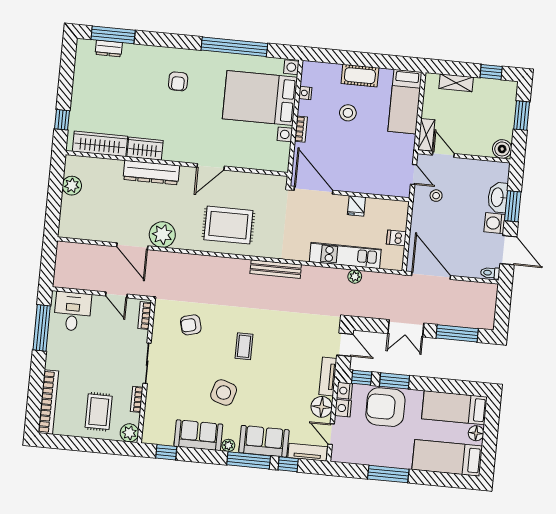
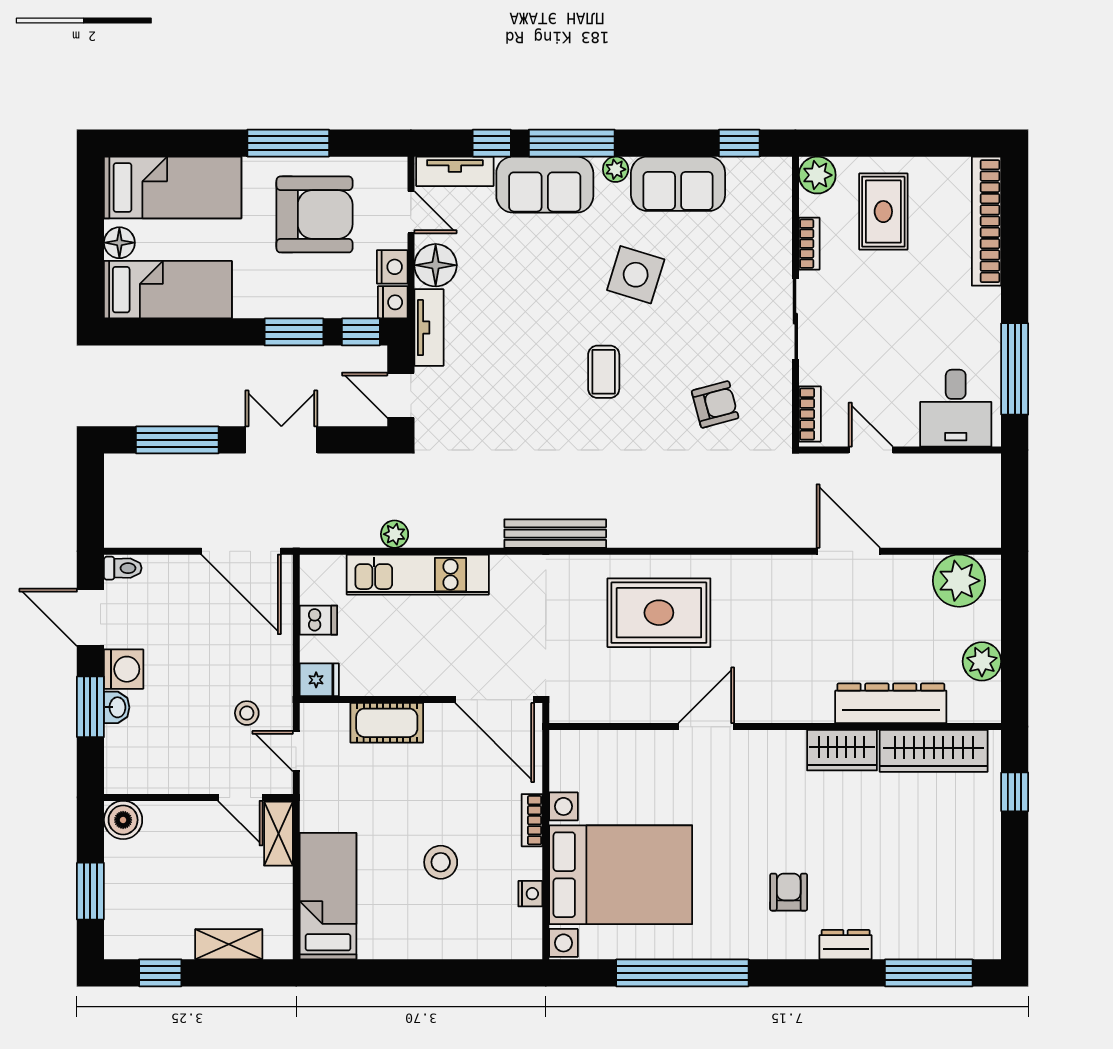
dresser: (109, 48) -> (846, 945), moved
cot: (360, 76) -> (387, 723), moved
dresser: (151, 172) -> (891, 703), moved
washbasin: (498, 197) -> (117, 707), width x0.52, depth x0.69
fridge: (356, 206) -> (319, 680), moved, turned 90
plant: (162, 235) -> (959, 581), moved
armchair: (385, 407) -> (314, 214), moved

